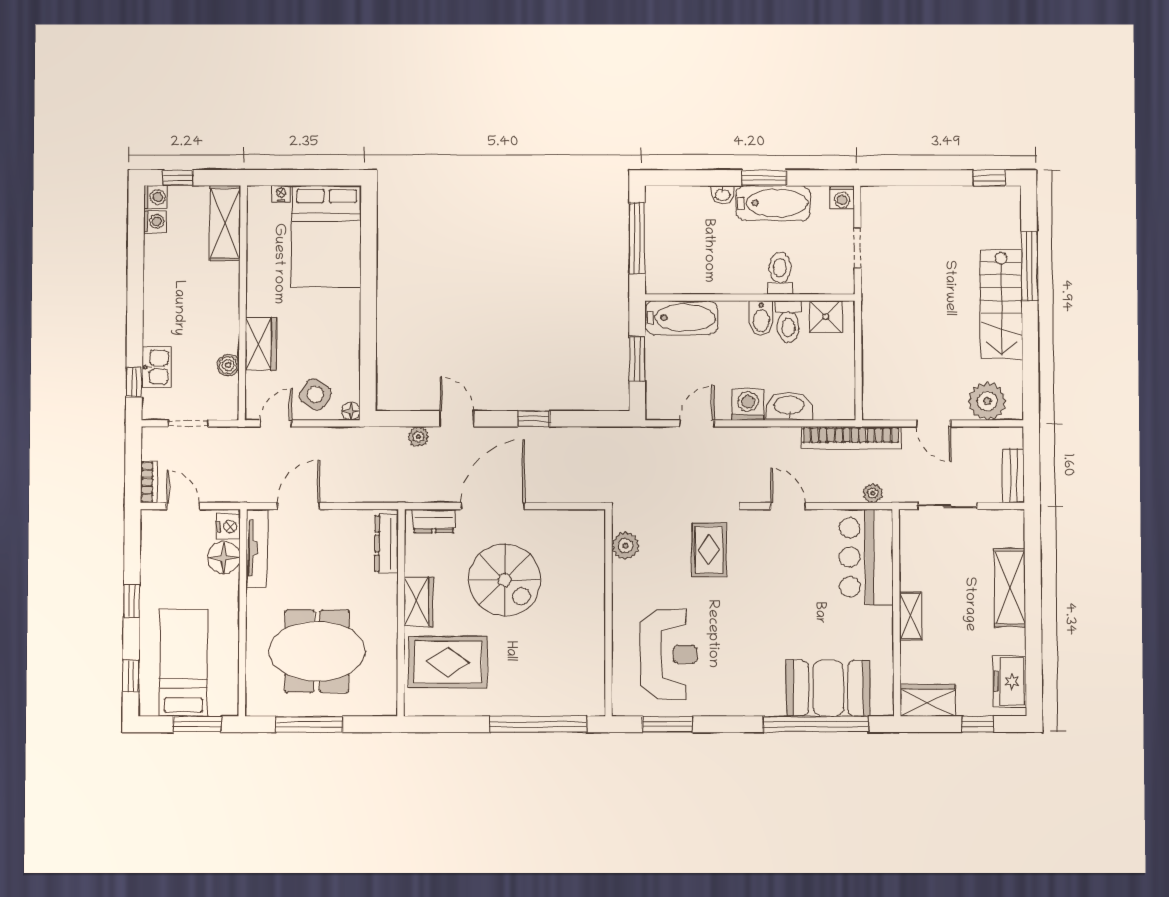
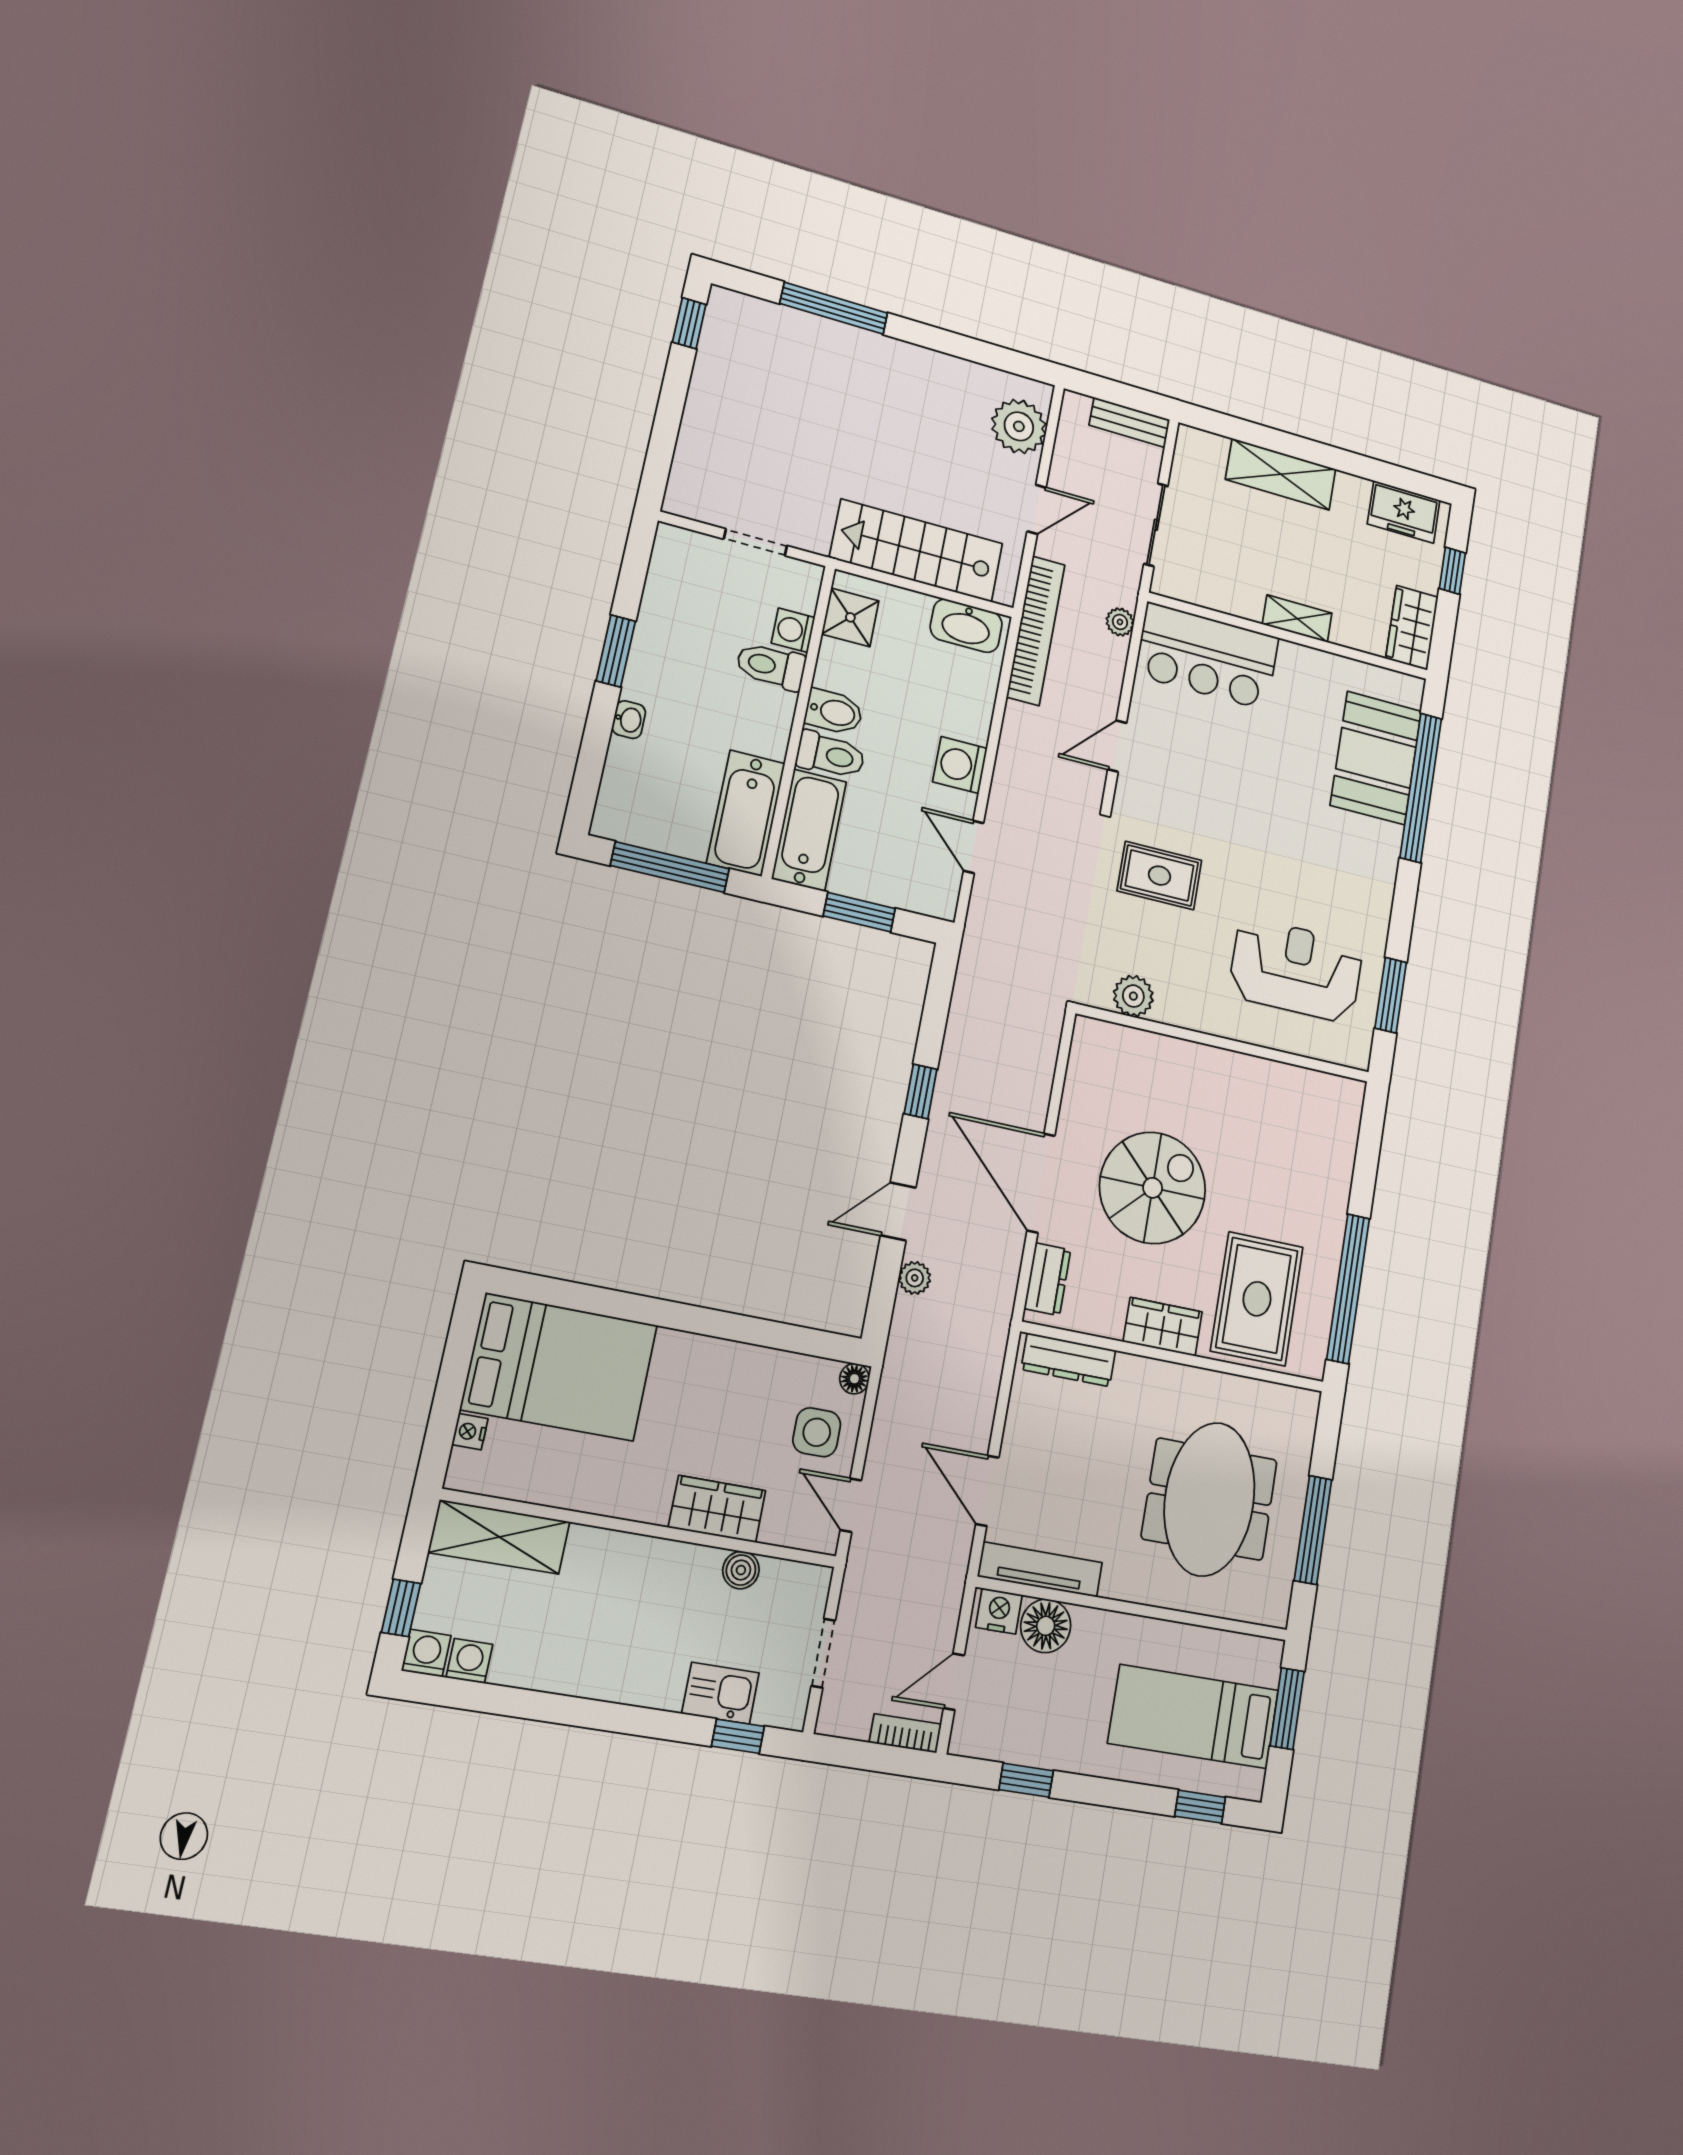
washing machine: (842, 198) -> (793, 630), moved, turned 180
bathtub: (773, 203) -> (746, 813), moved, turned 180
stairs: (1001, 304) -> (917, 551), moved, turned 180
toilet: (788, 322) -> (831, 755), moved
side table: (315, 394) -> (817, 1432), turned -35
washbasin: (789, 406) -> (966, 626), moved, turned -90
window: (132, 601) -> (1026, 1780), moved
window: (538, 724) -> (1348, 1289), moved

